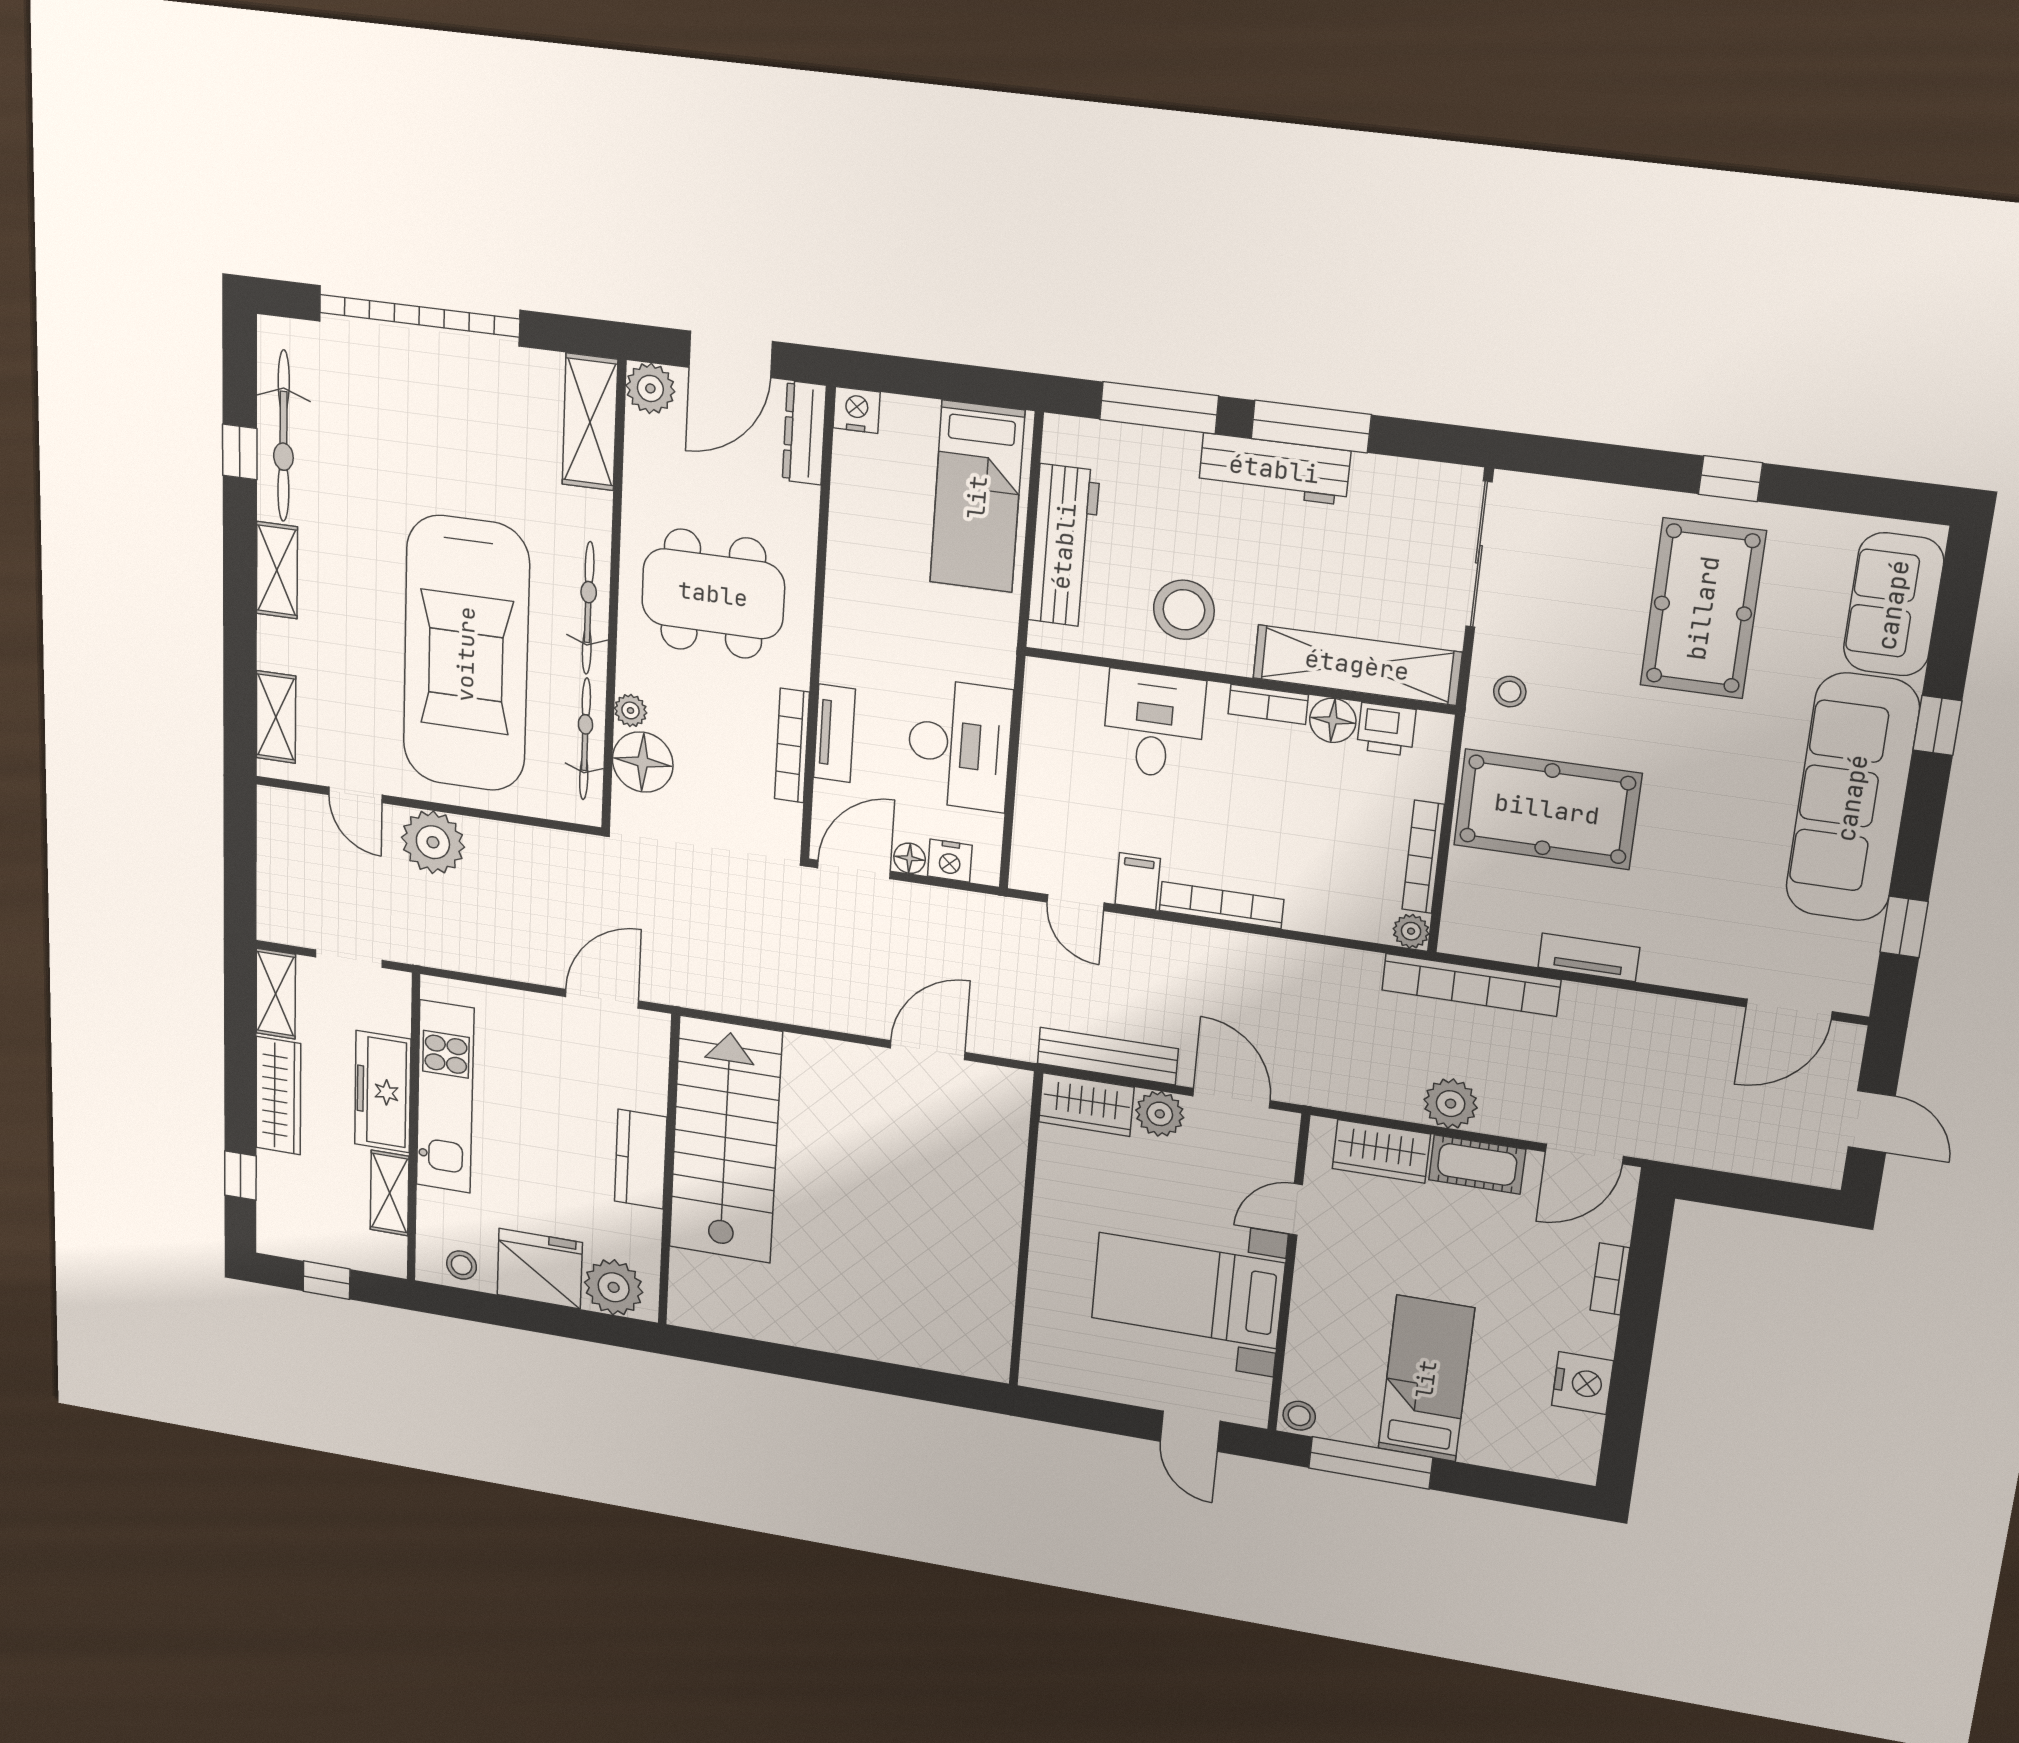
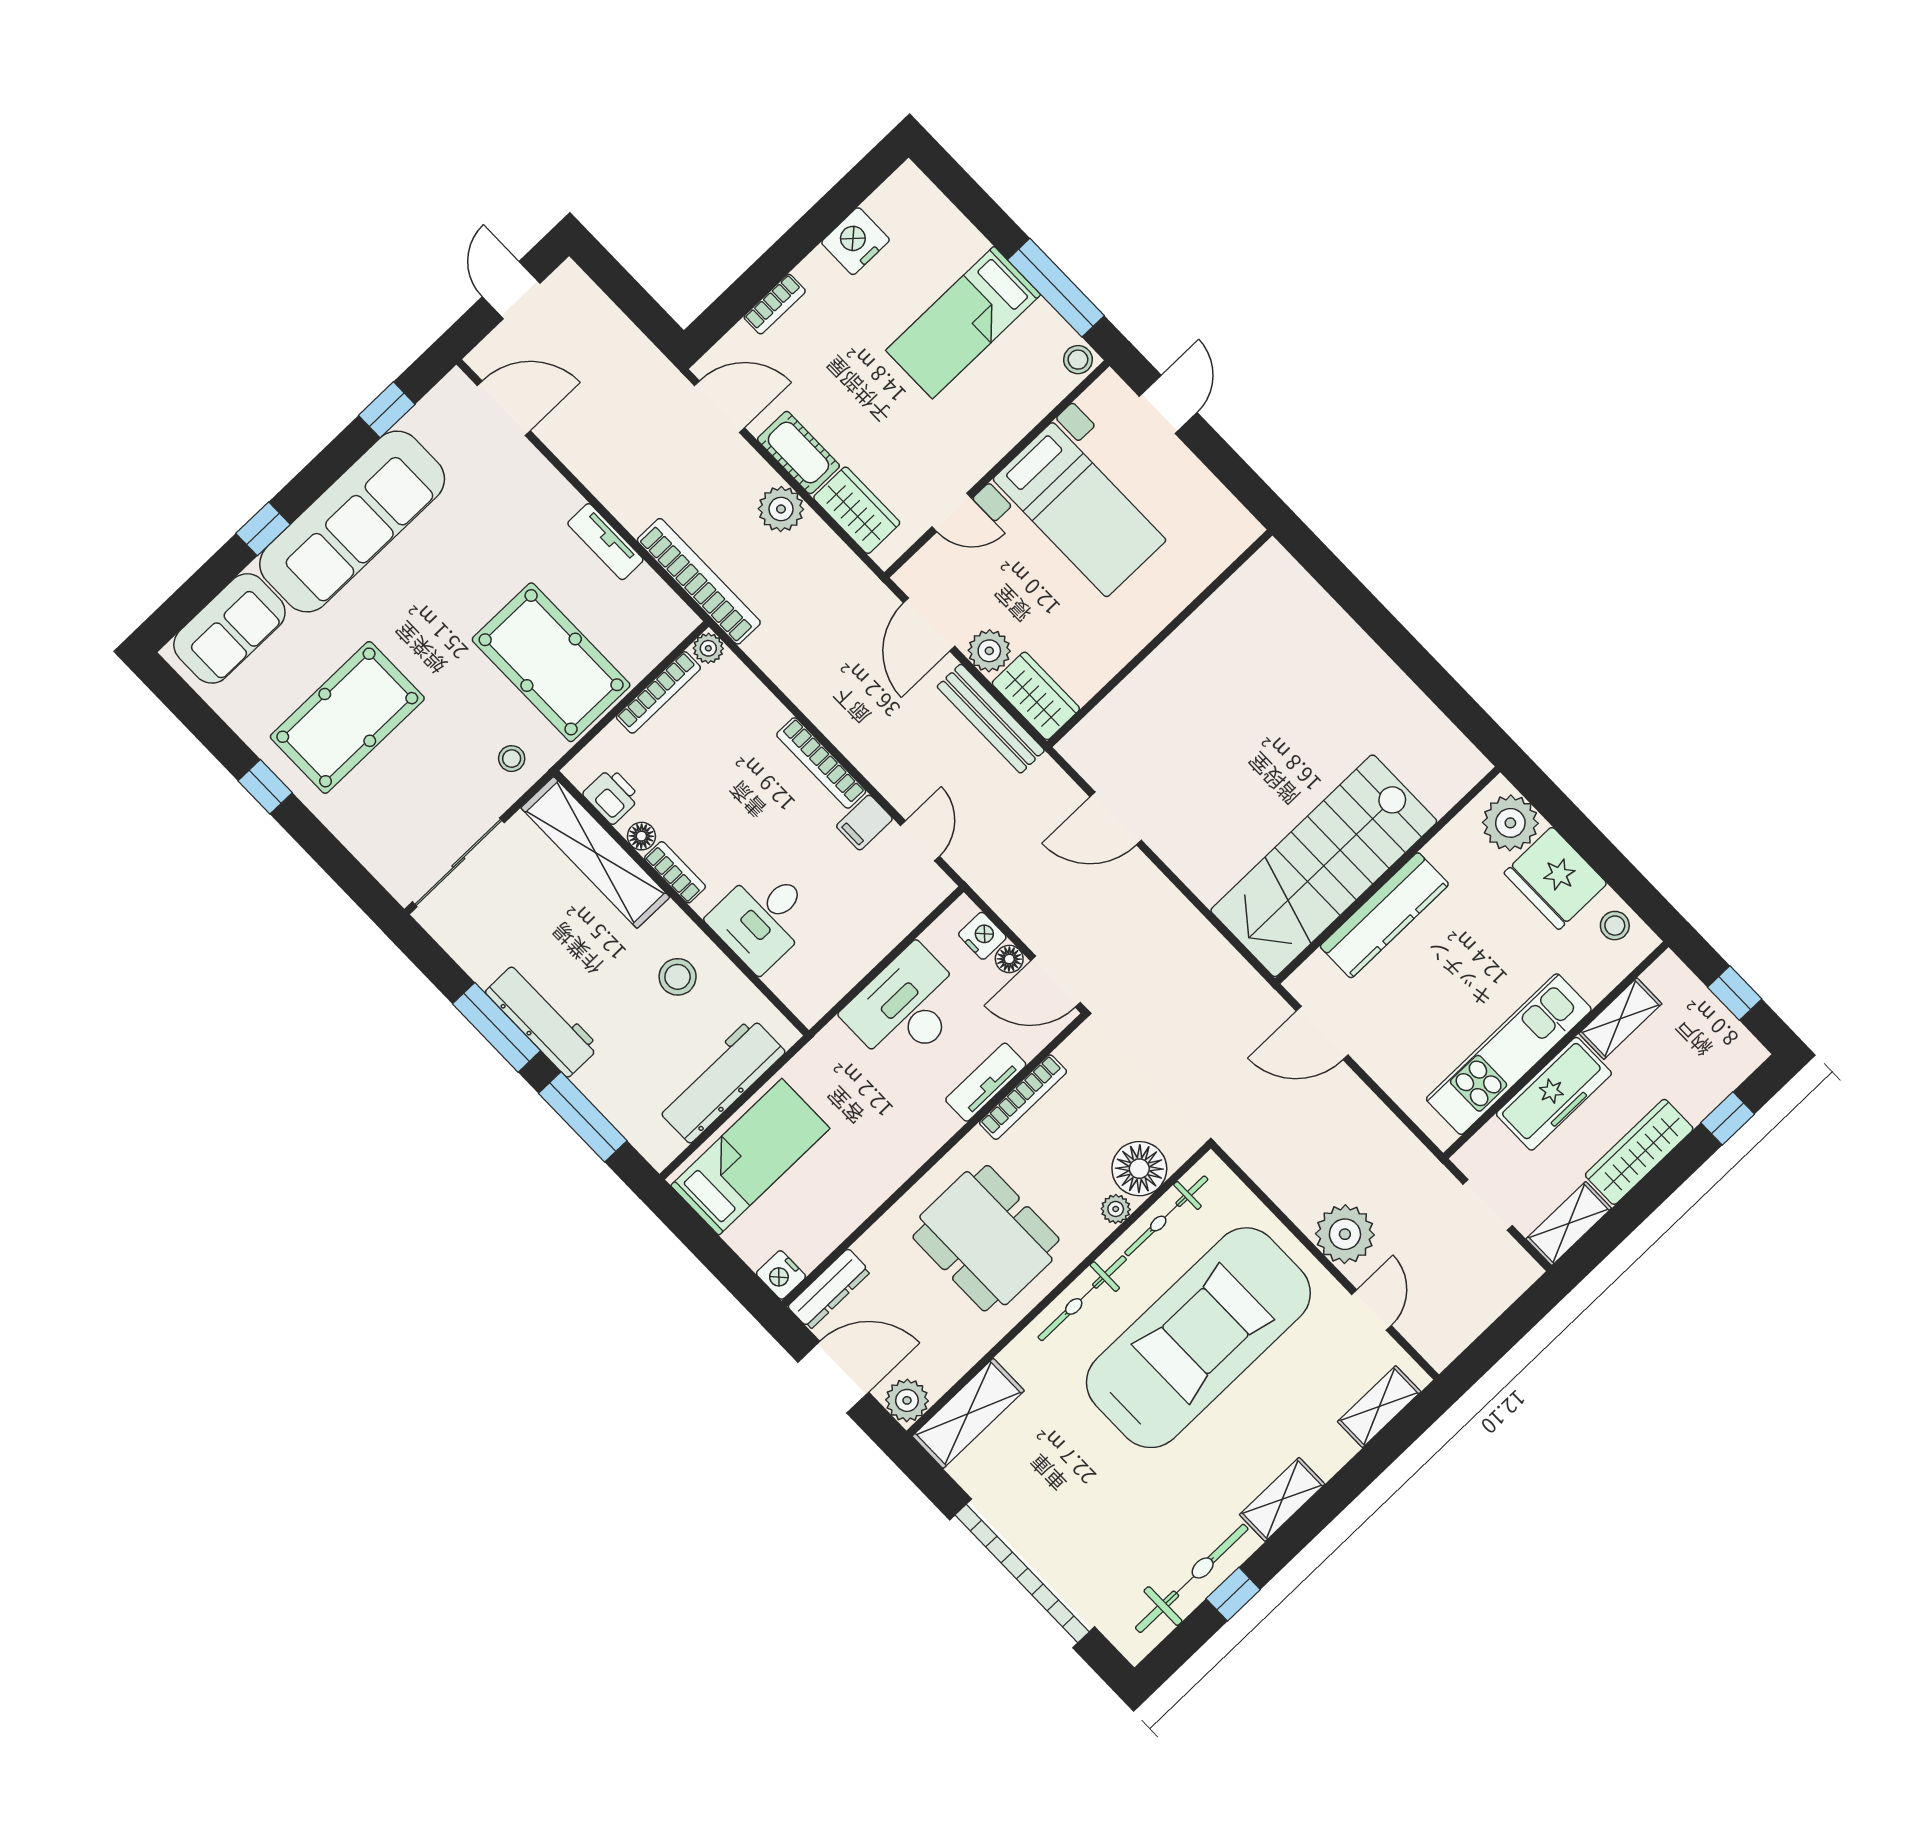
stool: (1184, 610) -> (678, 977), width x0.73, depth x0.73
floor lamp: (1333, 720) -> (641, 836), width x0.73, depth x0.73
kitchen counter: (641, 1159) -> (1384, 915), width x1.50

